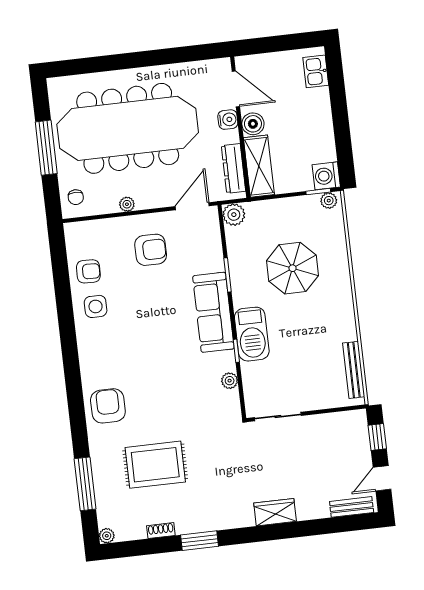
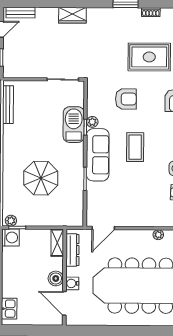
shelving: (259, 166) -> (57, 243), width x0.67, depth x0.75
plant: (127, 204) -> (158, 235), moved
plant: (234, 215) -> (76, 219), removed
armchair: (151, 250) -> (126, 99), moved, turned 180
coffee table: (160, 330) -> (135, 147), added
barbecue: (252, 334) -> (74, 125), moved
plant: (230, 381) -> (92, 122), moved

